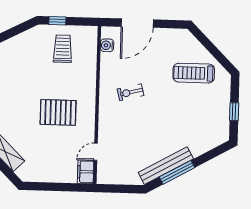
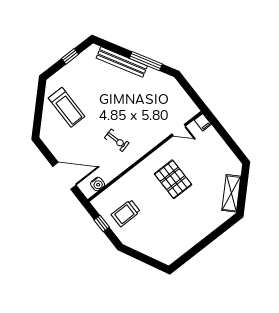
window: (57, 21) -> (102, 223), moved
bench: (166, 166) -> (122, 62), moved
filing cabinet: (86, 172) -> (203, 122), width x0.50

